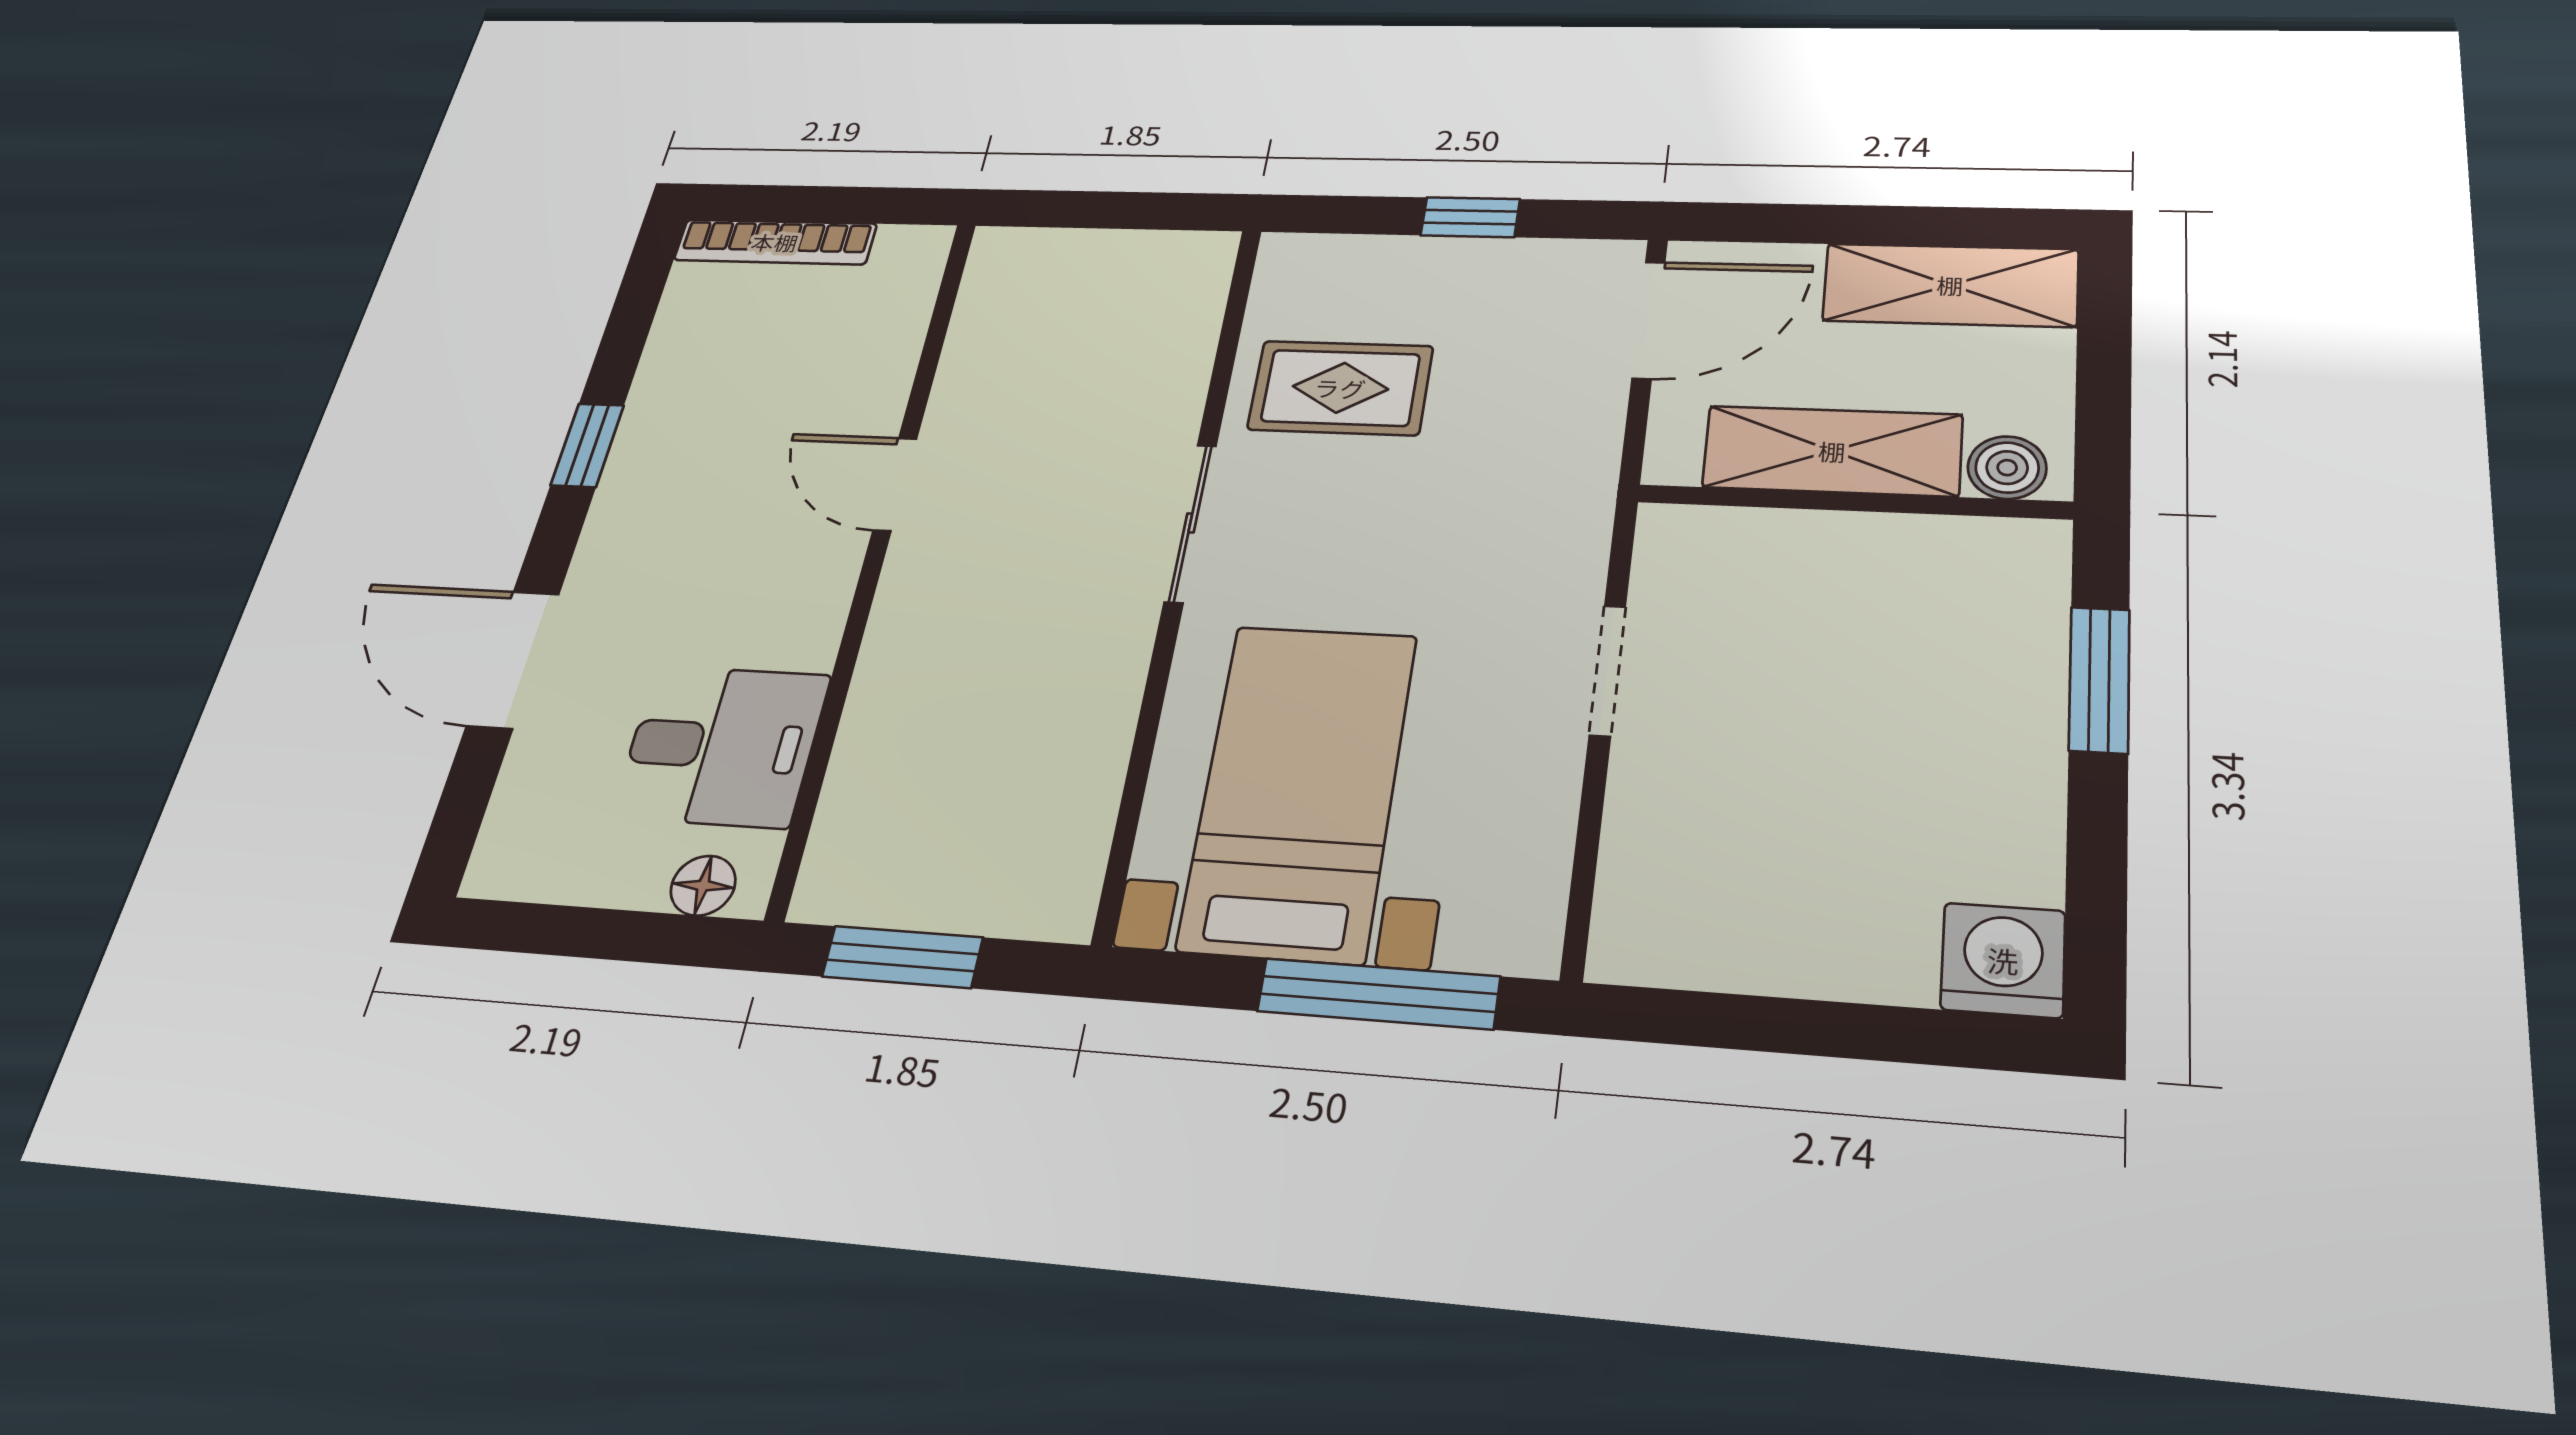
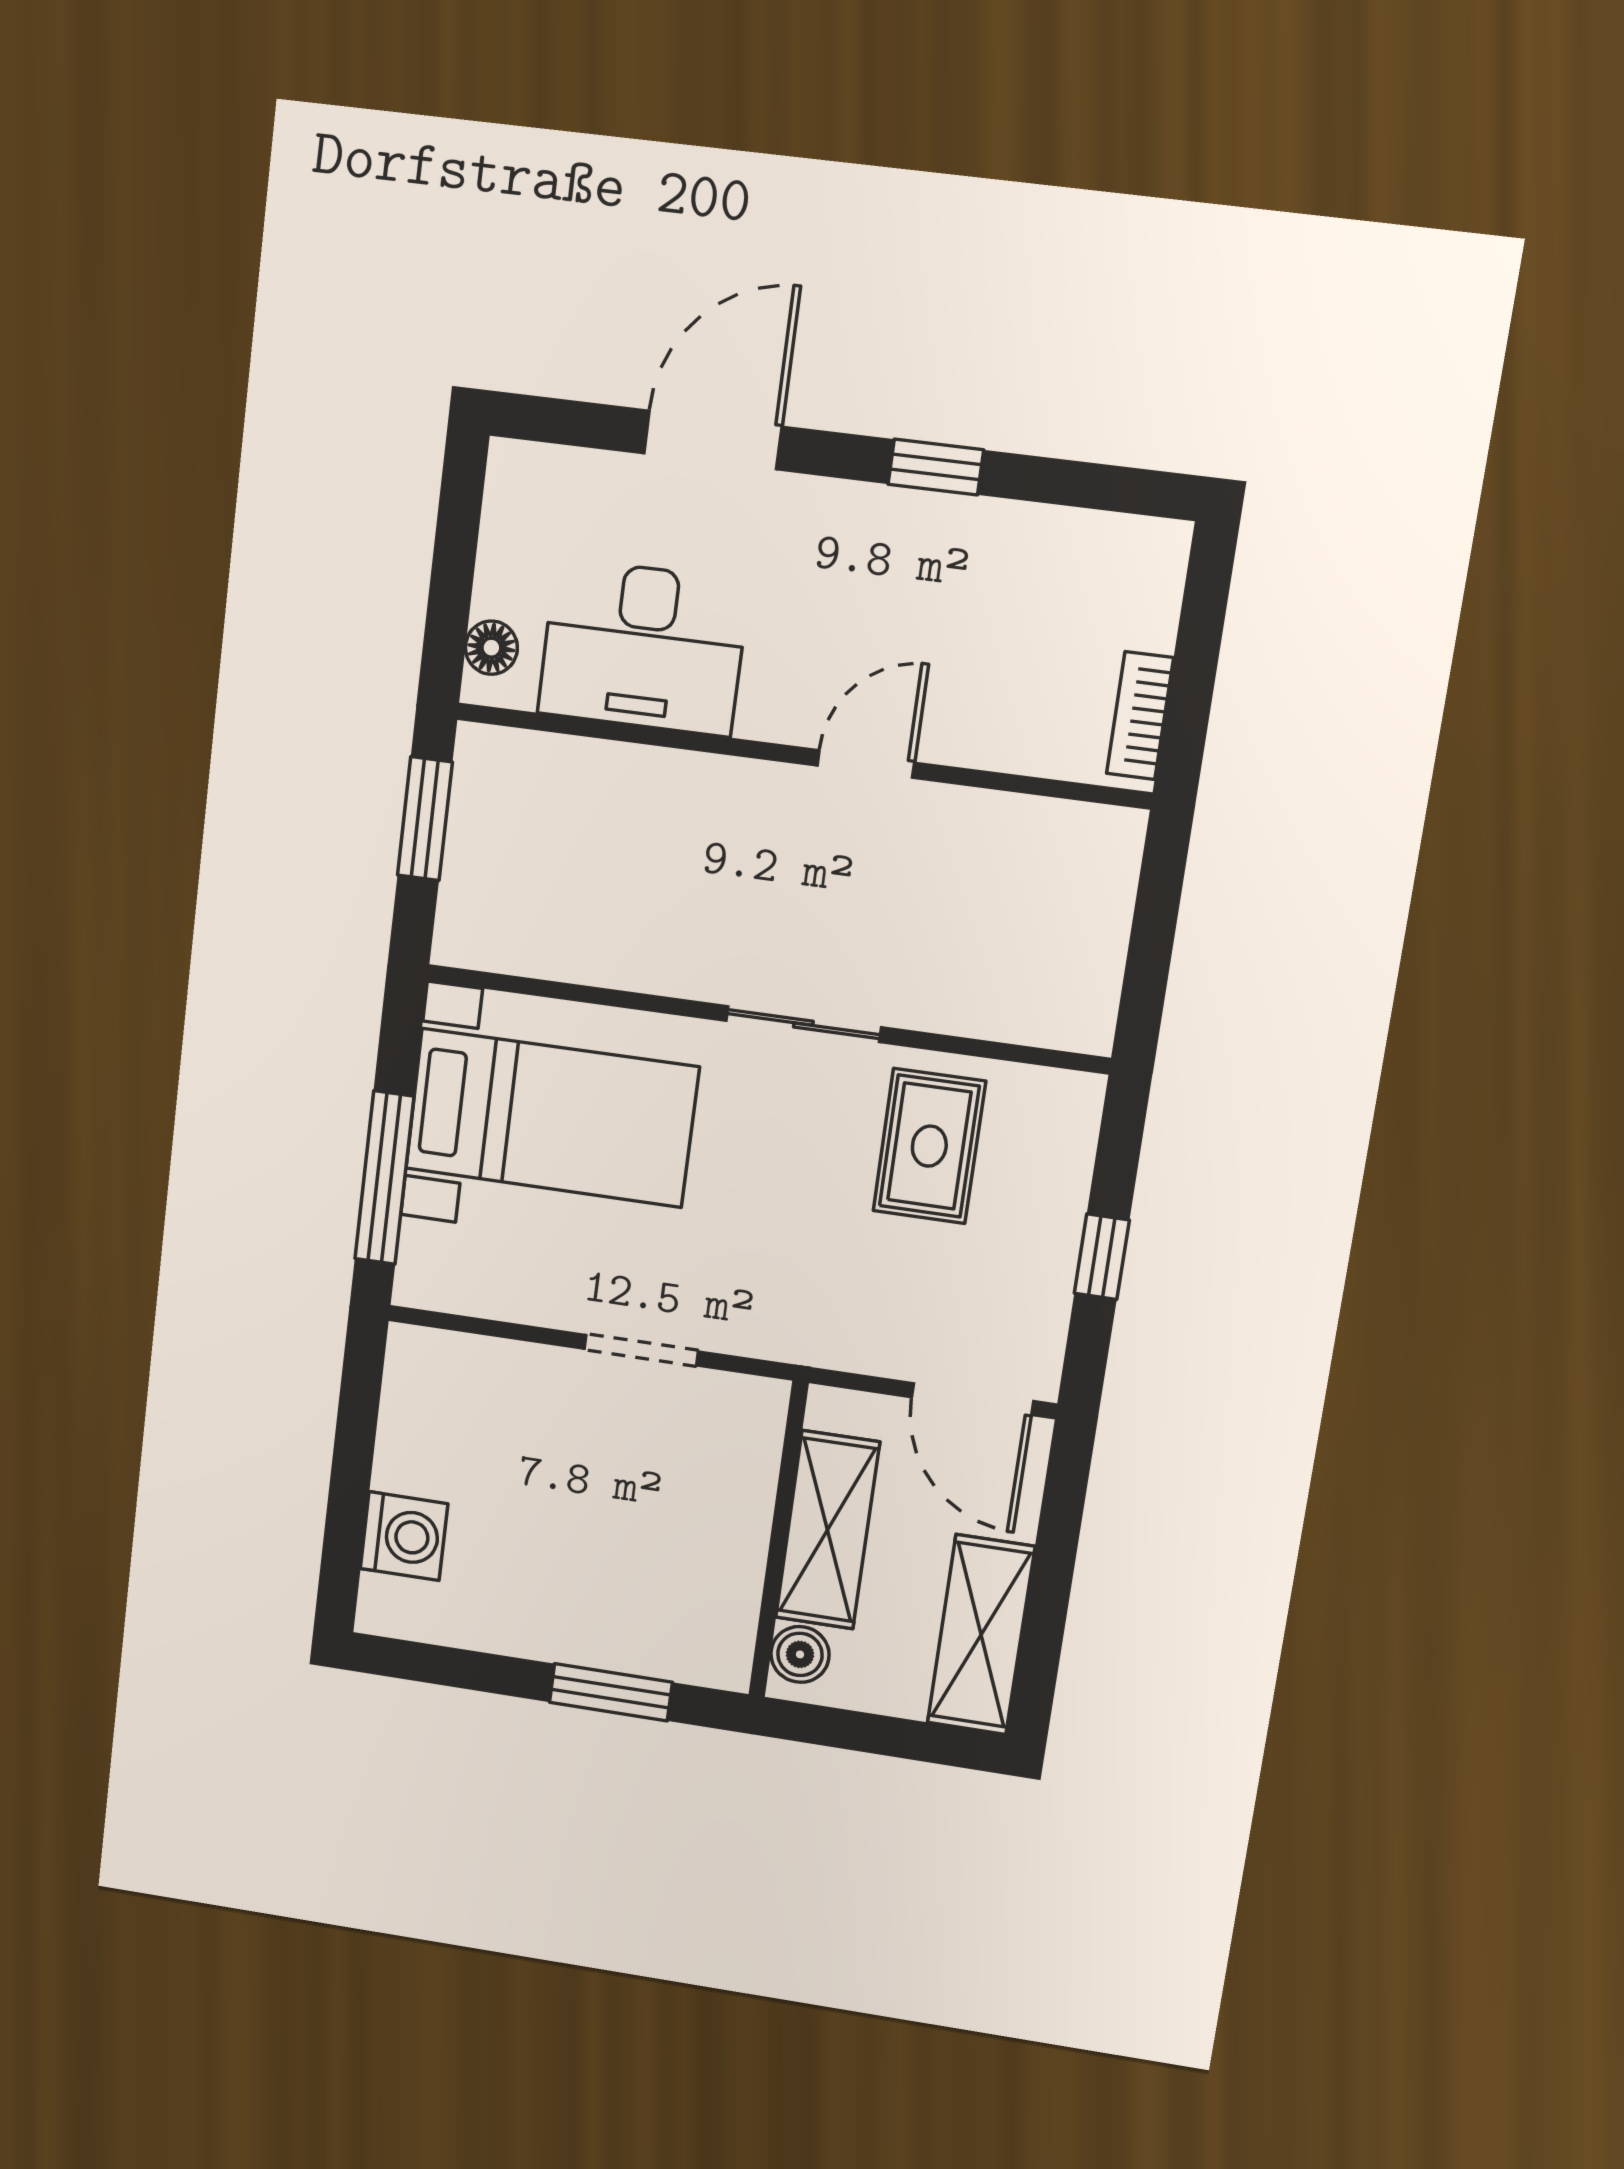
bookcase: (775, 242) -> (1140, 716), moved, width x0.64
desk: (722, 746) -> (643, 647), width x1.37
washing machine: (2003, 960) -> (404, 1536), moved

